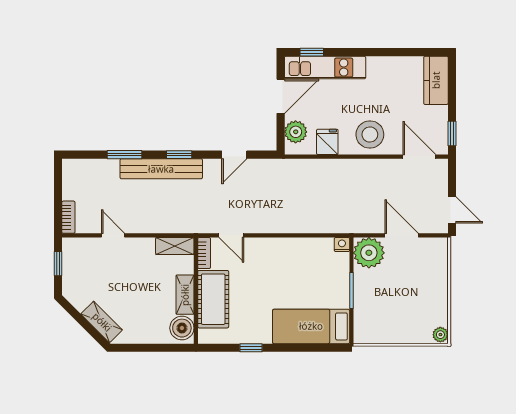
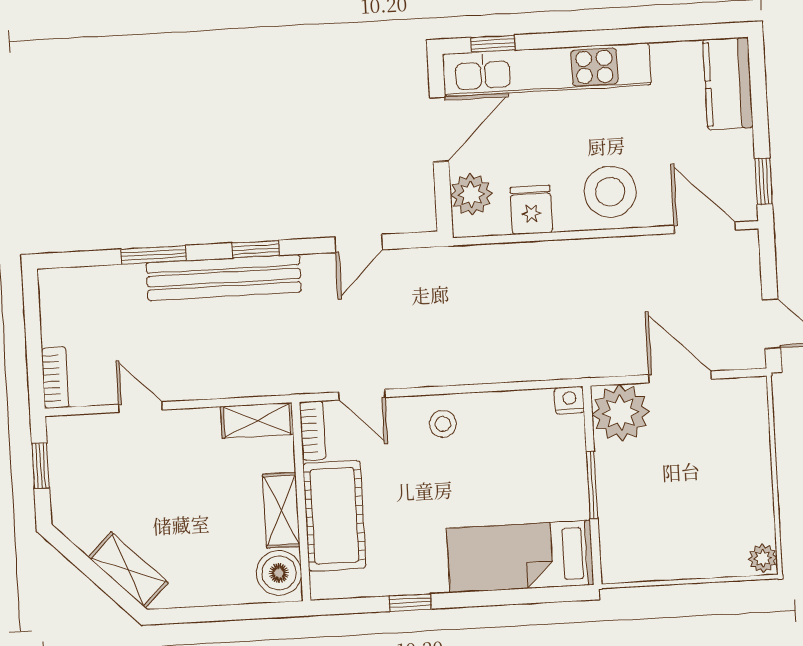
kitchen unit: (325, 68) -> (547, 70), width x1.36
stool: (274, 253) -> (443, 424), added

